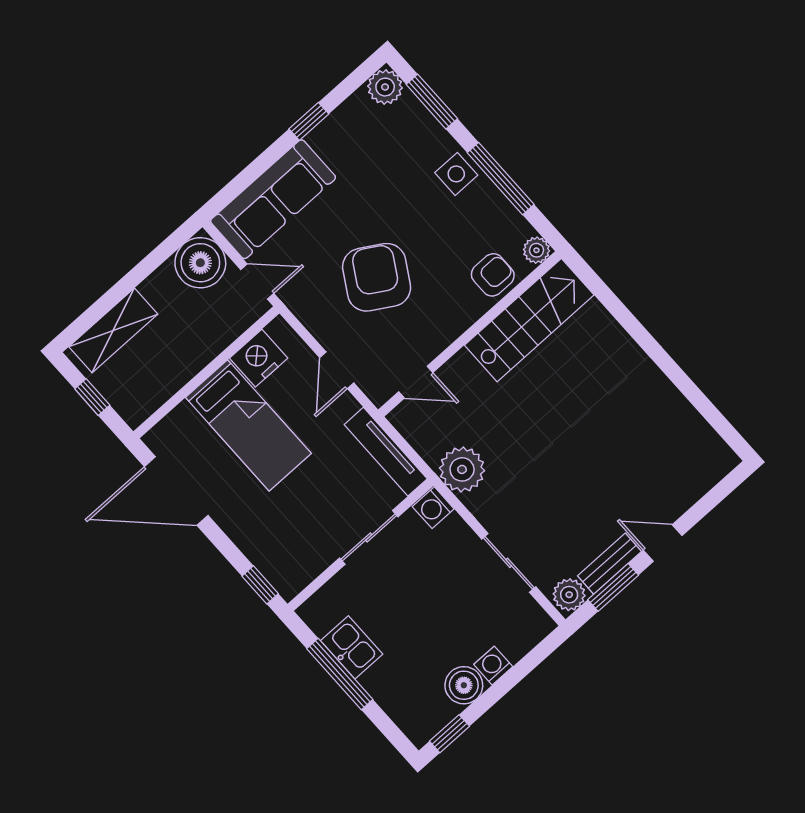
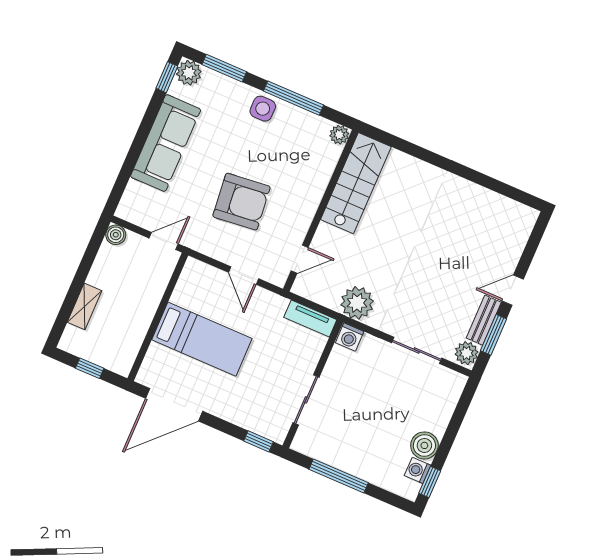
window: (309, 121) -> (167, 77), moved
sofa: (273, 199) -> (166, 143), moved
boiler: (200, 263) -> (116, 235), width x0.54, depth x0.54
armchair: (493, 275) -> (318, 164), removed
armchair: (377, 277) -> (241, 202), turned 143
shelving: (113, 330) -> (84, 306), width x0.67, depth x0.75
nightstand: (259, 358) -> (188, 291), removed
tv unit: (386, 452) -> (310, 319), width x0.71
sliding door: (369, 537) -> (306, 400), moved
kitchen sink: (352, 647) -> (338, 455), removed
washing machine: (493, 666) -> (418, 470), moved

